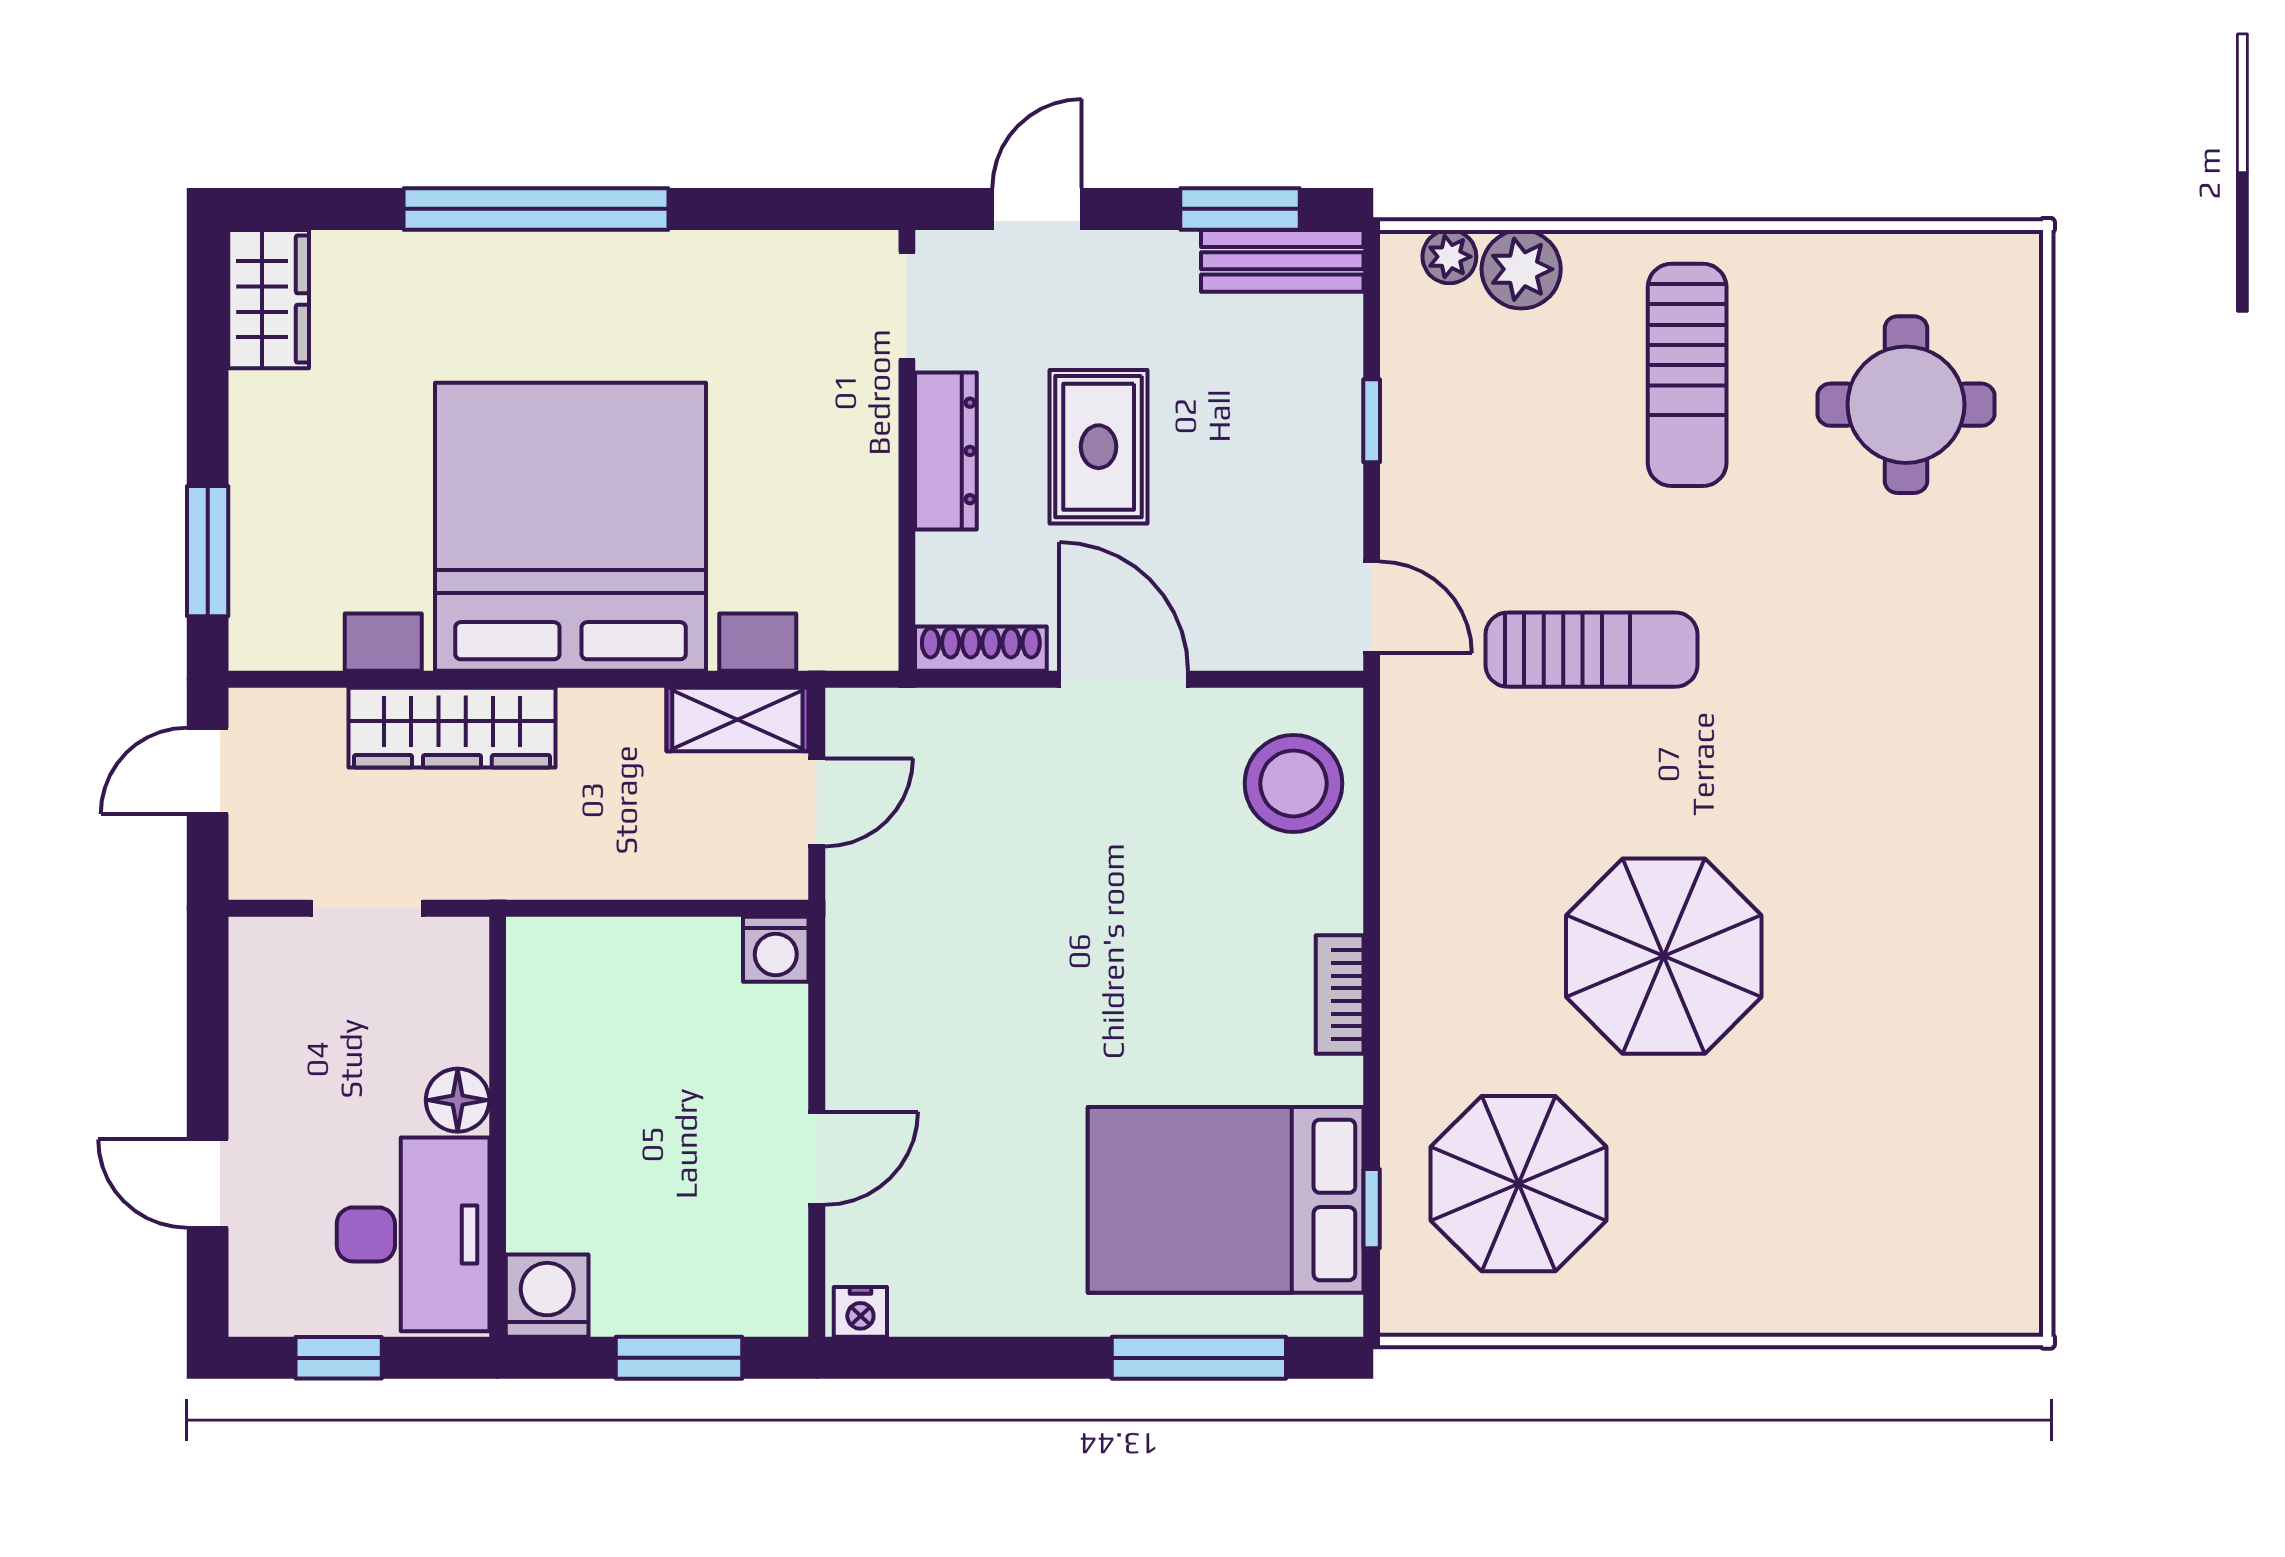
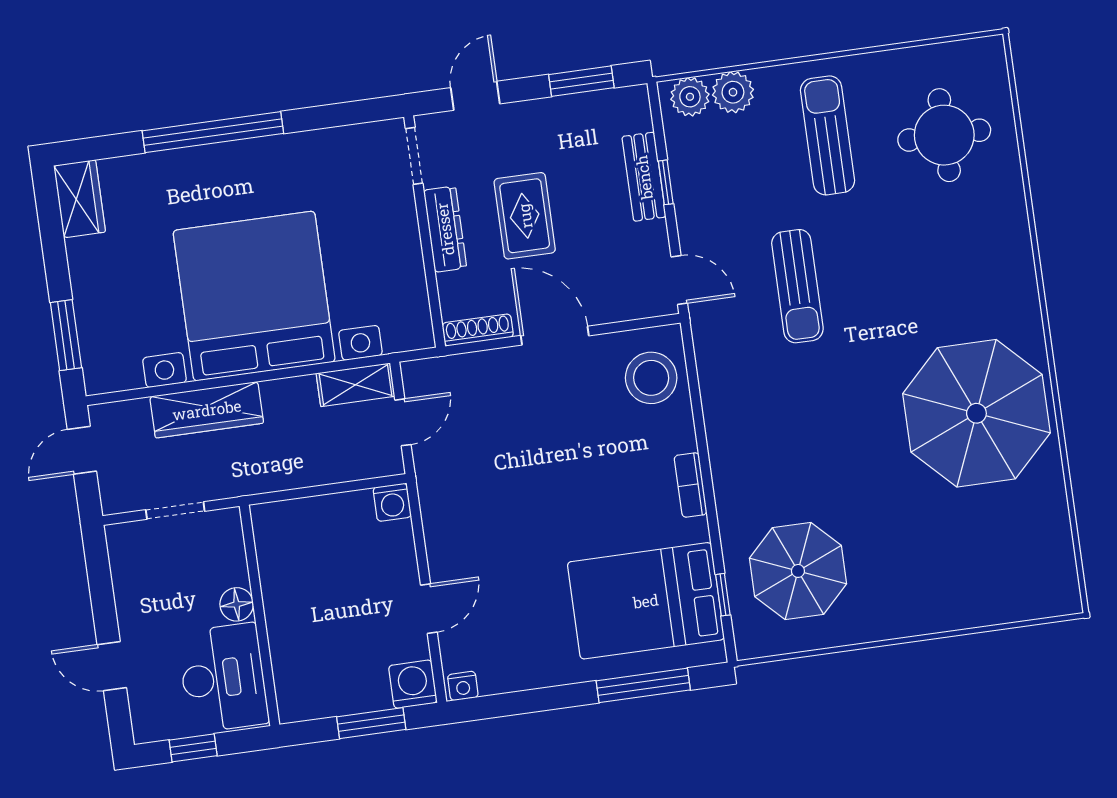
plant: (1449, 257) -> (690, 97), width x1.38, depth x1.38
bench: (1282, 261) -> (644, 177), moved, turned 90
sun lounger: (1687, 375) -> (828, 135), turned 180
sun lounger: (1591, 650) -> (797, 286), turned 90
parasol: (1664, 956) -> (976, 413), moved, width x1.36, depth x1.36
washing machine: (547, 1296) -> (413, 684), moved

